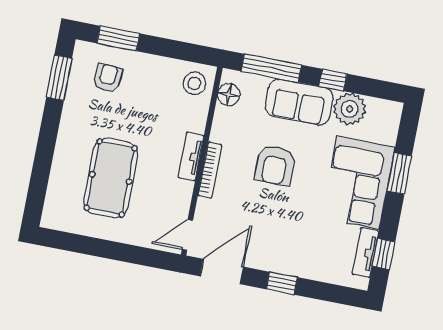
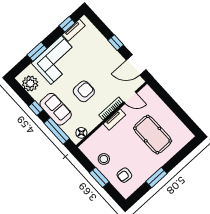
window: (118, 38) -> (99, 177), moved
window: (59, 78) -> (156, 178), moved
stool: (194, 83) -> (104, 159), moved
plant: (350, 109) -> (30, 83), moved
pool table: (111, 178) -> (153, 135), turned 90
door: (187, 235) -> (130, 98), moved

